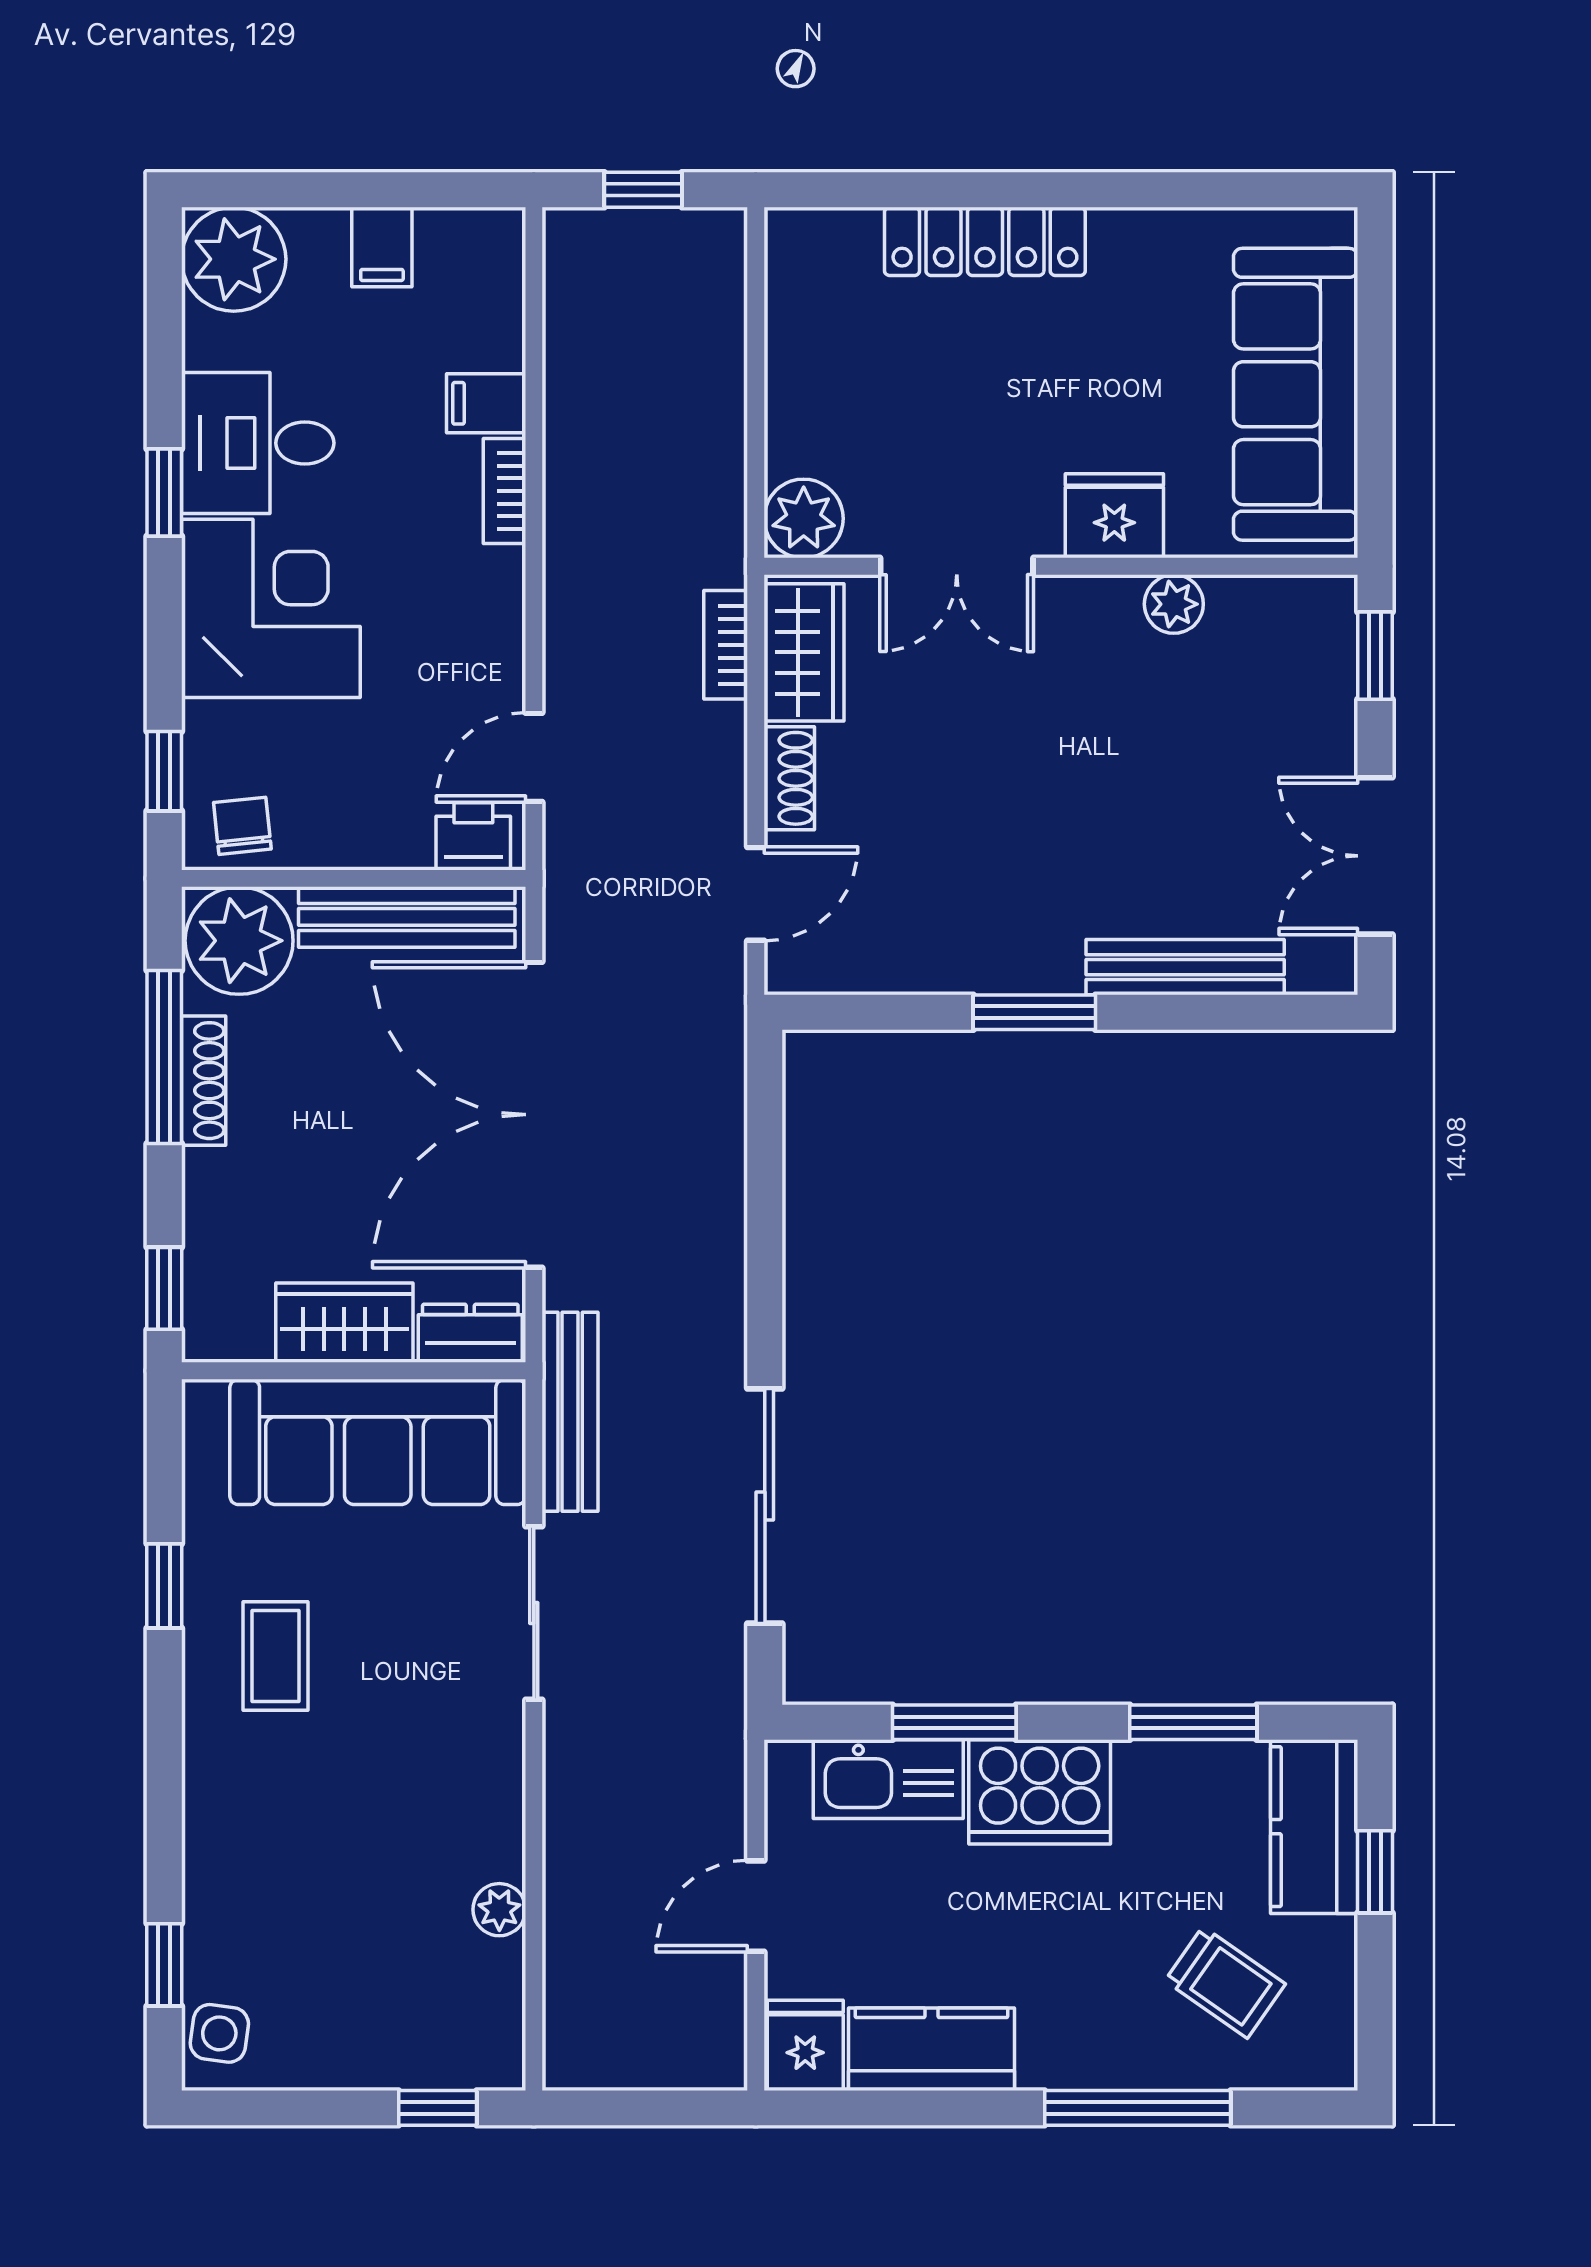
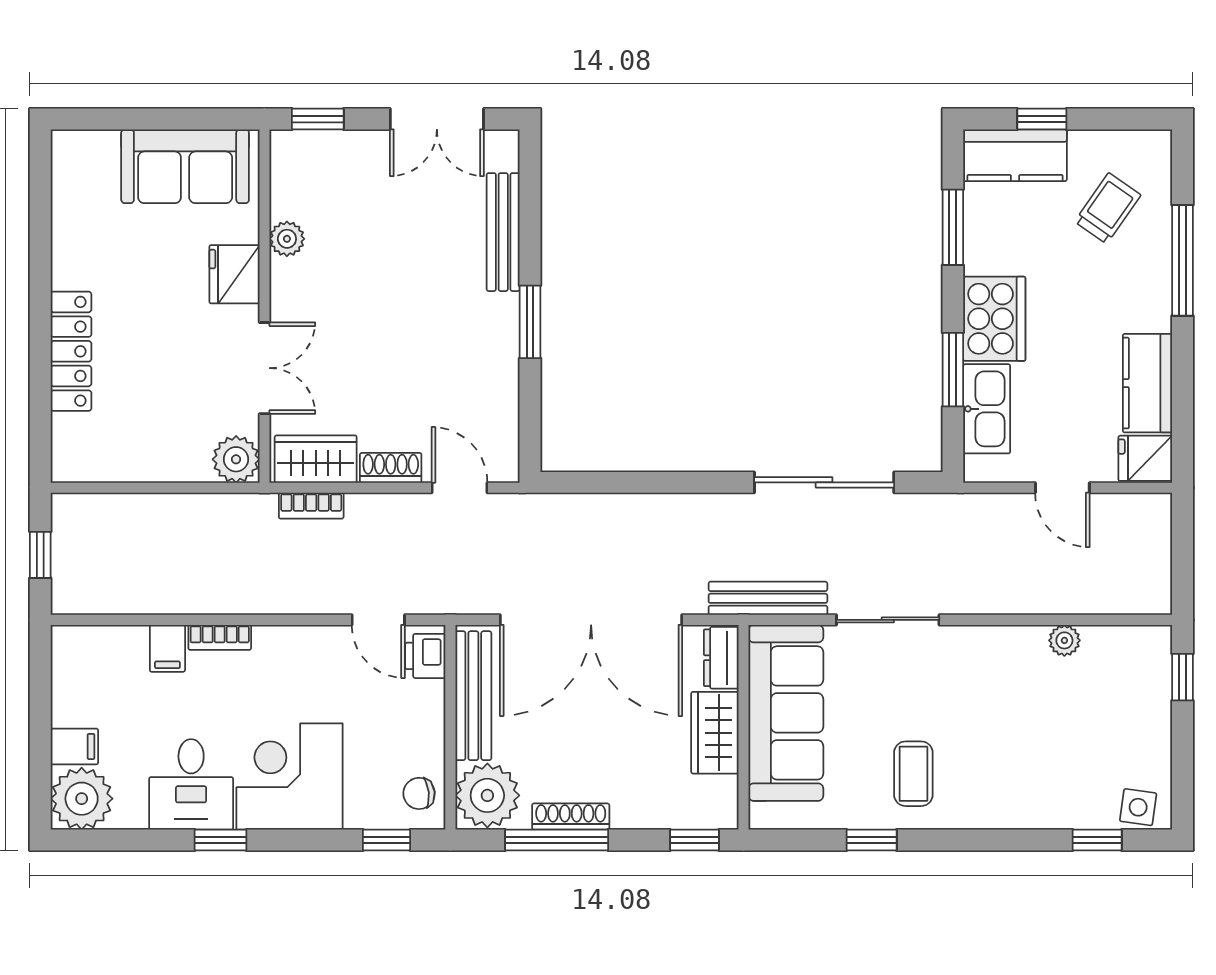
filing cabinet: (382, 247) -> (74, 746), moved
sofa: (1296, 394) -> (185, 166), width x0.73
coffee table: (276, 1656) -> (913, 774), turned 90

